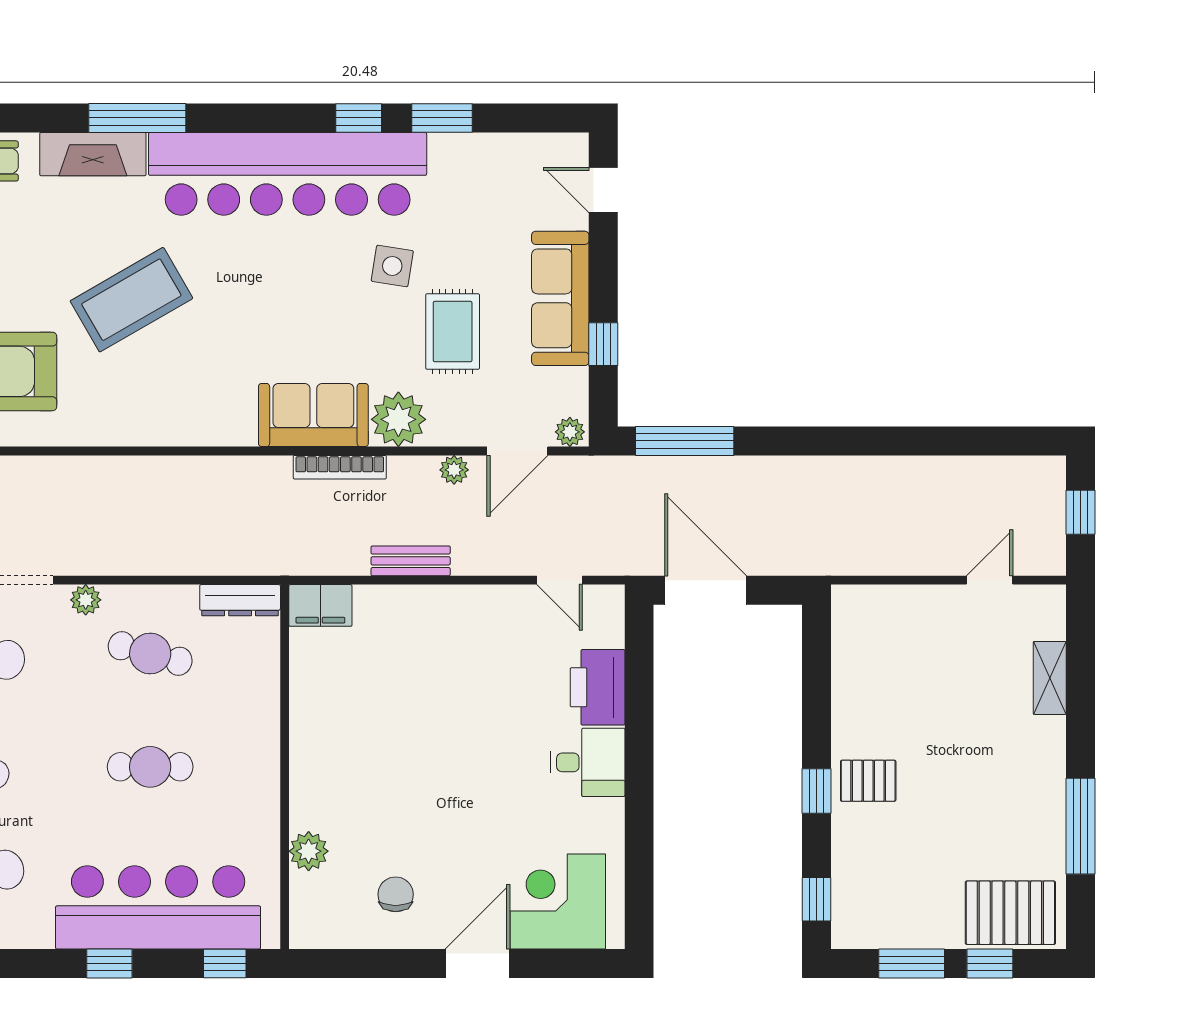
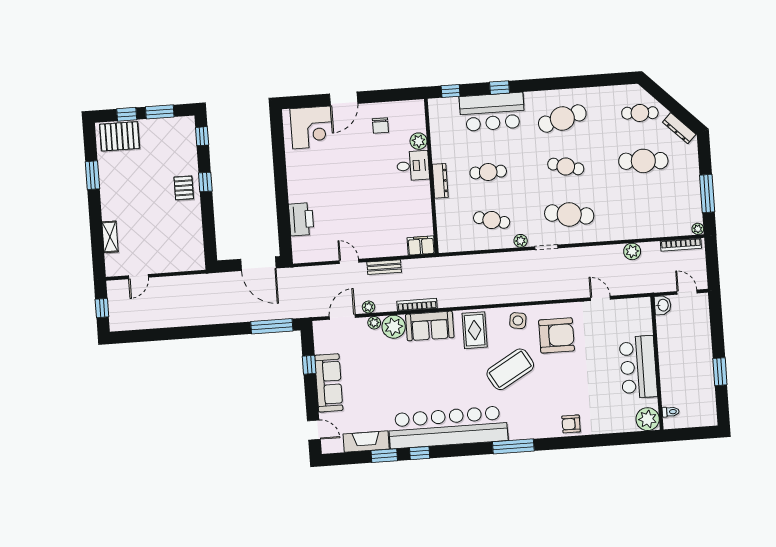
fireplace: (93, 154) -> (366, 442), moved
side table: (392, 266) -> (518, 321), moved
rug: (453, 332) -> (475, 330), moved
plant: (570, 432) -> (374, 323), moved
door: (560, 580) -> (349, 261), moved
dresser: (240, 600) -> (440, 181), moved, turned 90
desk: (588, 762) -> (413, 166), moved, turned 180
pallet: (868, 781) -> (184, 188), turned 90
window: (1081, 826) -> (92, 175), width x0.69
bar counter: (158, 907) -> (492, 112), width x0.73

